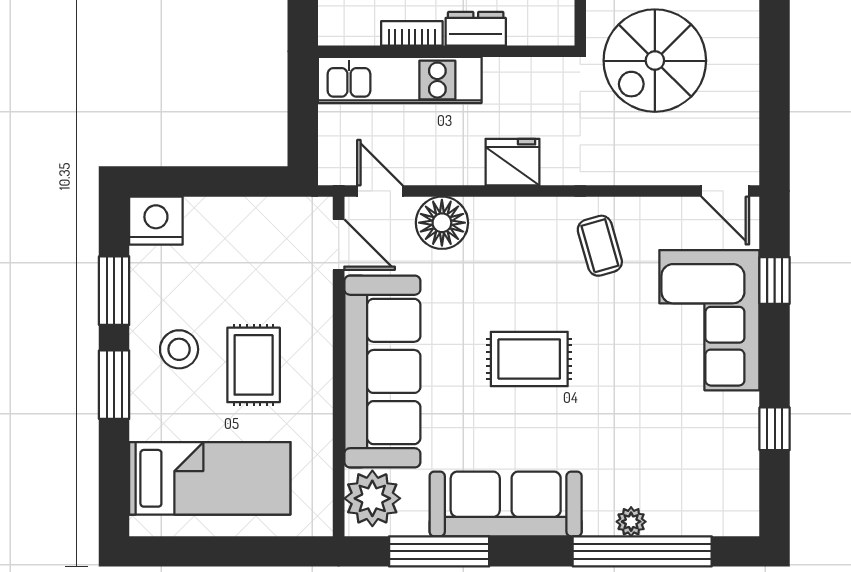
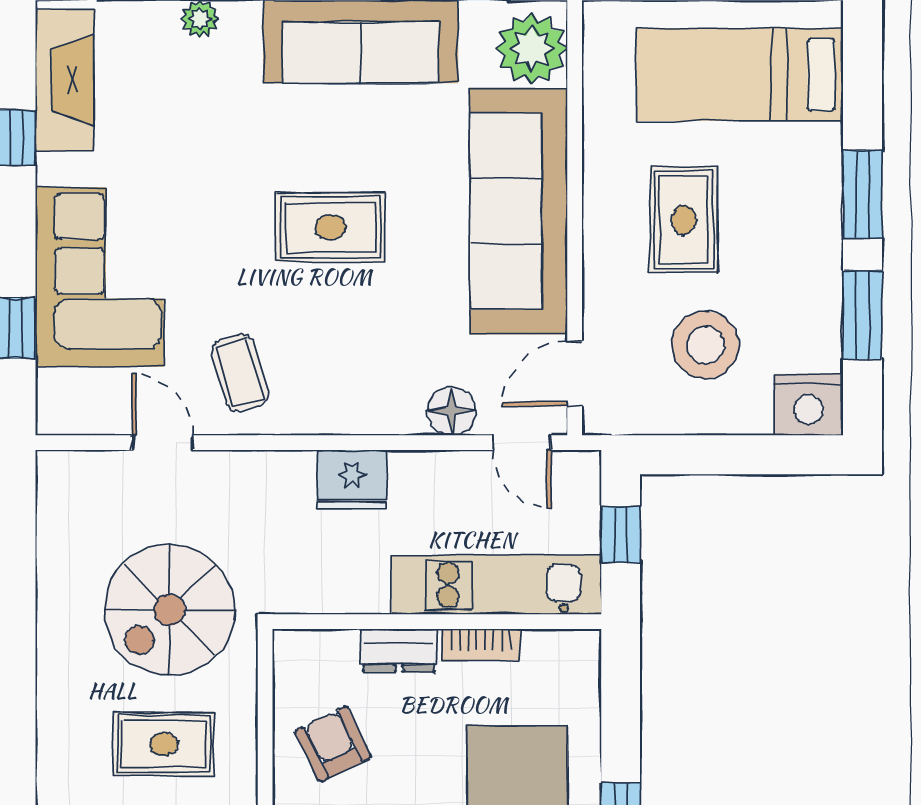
spiral stairs: (655, 61) -> (169, 610), turned 180
window: (303, 119) -> (621, 535), added
door: (725, 191) -> (163, 443), moved
floor lamp: (442, 223) -> (451, 411), width x0.73, depth x0.73
door: (339, 245) -> (575, 374), hinge flipped
stool: (179, 349) -> (705, 345), moved, width x1.38, depth x1.38
fireplace: (737, 474) -> (65, 80), added

